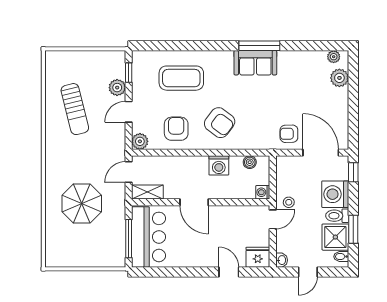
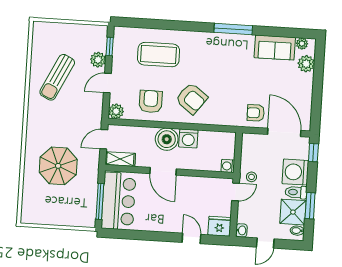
sofa: (255, 63) -> (275, 48), moved
sun lounger: (75, 109) -> (57, 77), turned 40
boiler: (250, 162) -> (167, 139), moved, width x1.86, depth x1.86

